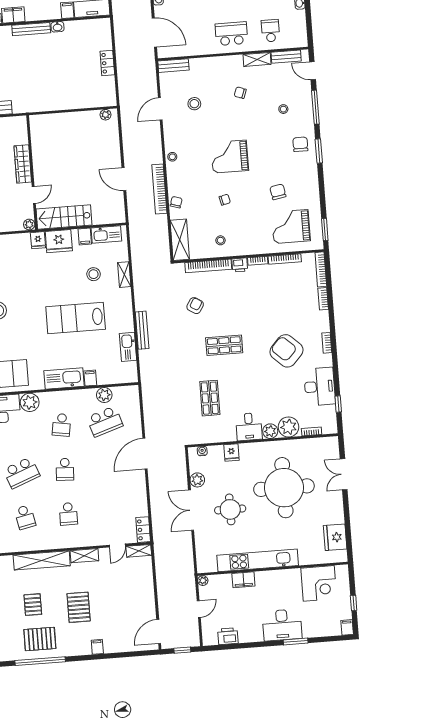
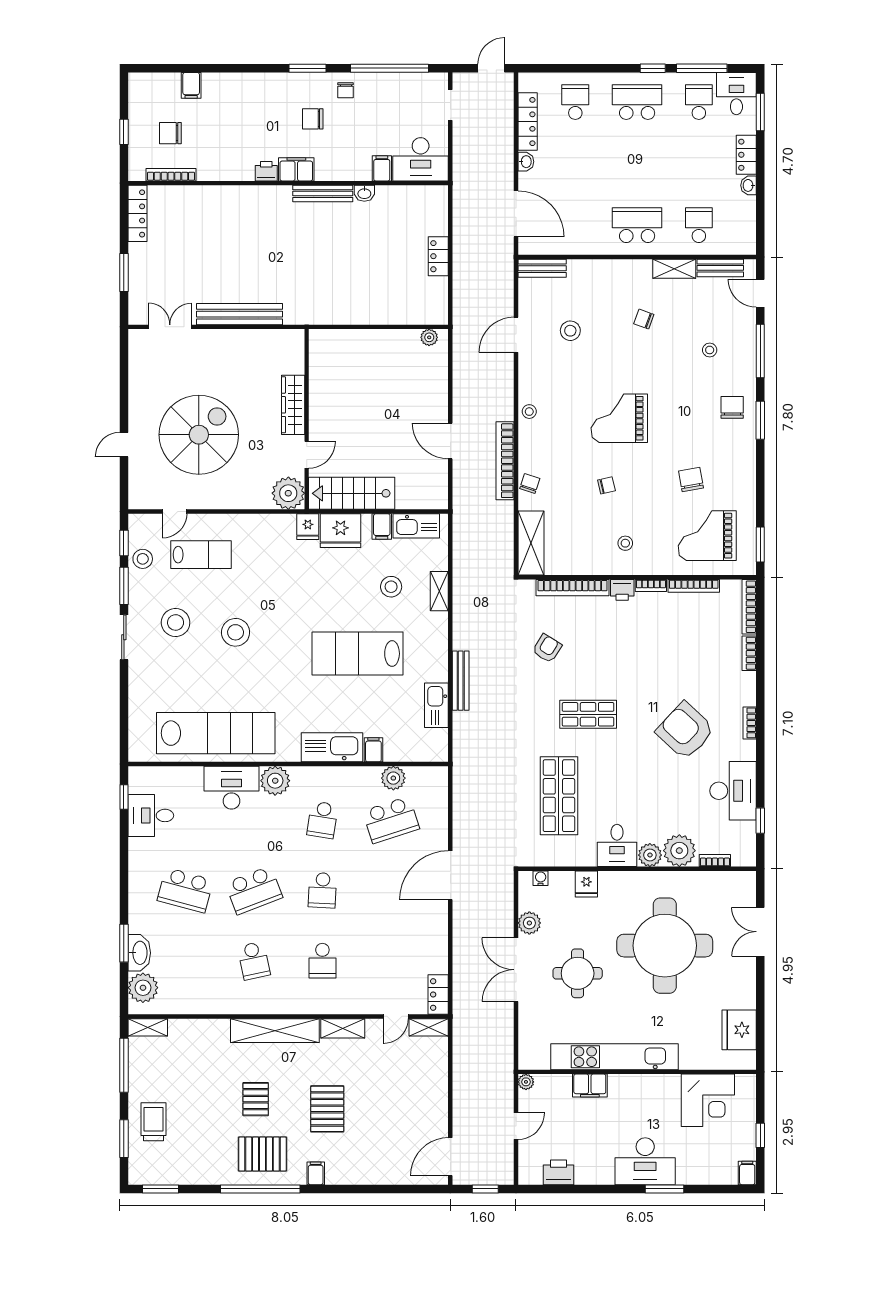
plant: (29, 225) -> (288, 493), width x1.87, depth x1.87
stool: (220, 240) -> (625, 543), moved
shop shelf: (210, 398) -> (559, 796), width x1.43, depth x1.36
filing cabinet: (97, 647) -> (316, 1173), moved

